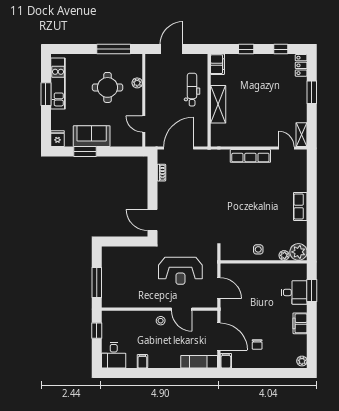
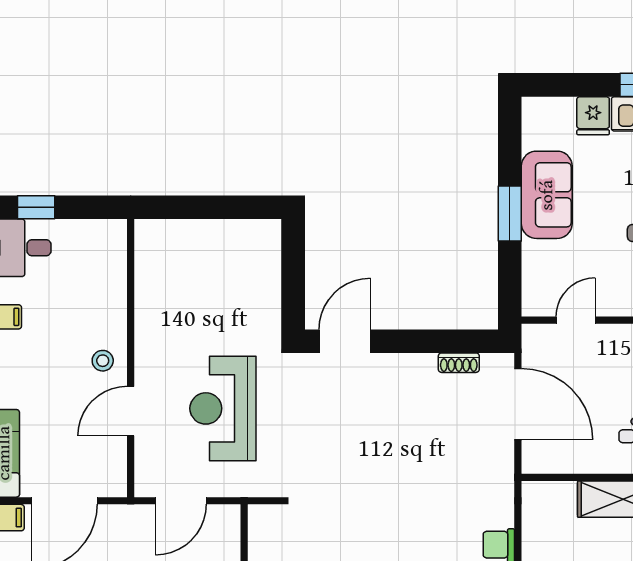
fridge: (58, 139) -> (593, 116), moved, turned 90
window: (85, 151) -> (510, 213), moved
window: (97, 282) -> (195, 207), removed
window: (97, 331) -> (36, 207), moved

